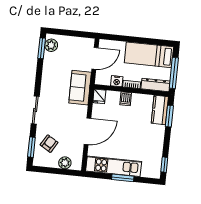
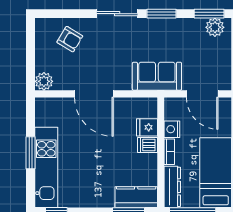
fridge: (99, 96) -> (147, 127), moved
window: (31, 147) -> (161, 14), moved
plant: (65, 163) -> (44, 81), moved
kitchen unit: (114, 166) -> (46, 167), moved

